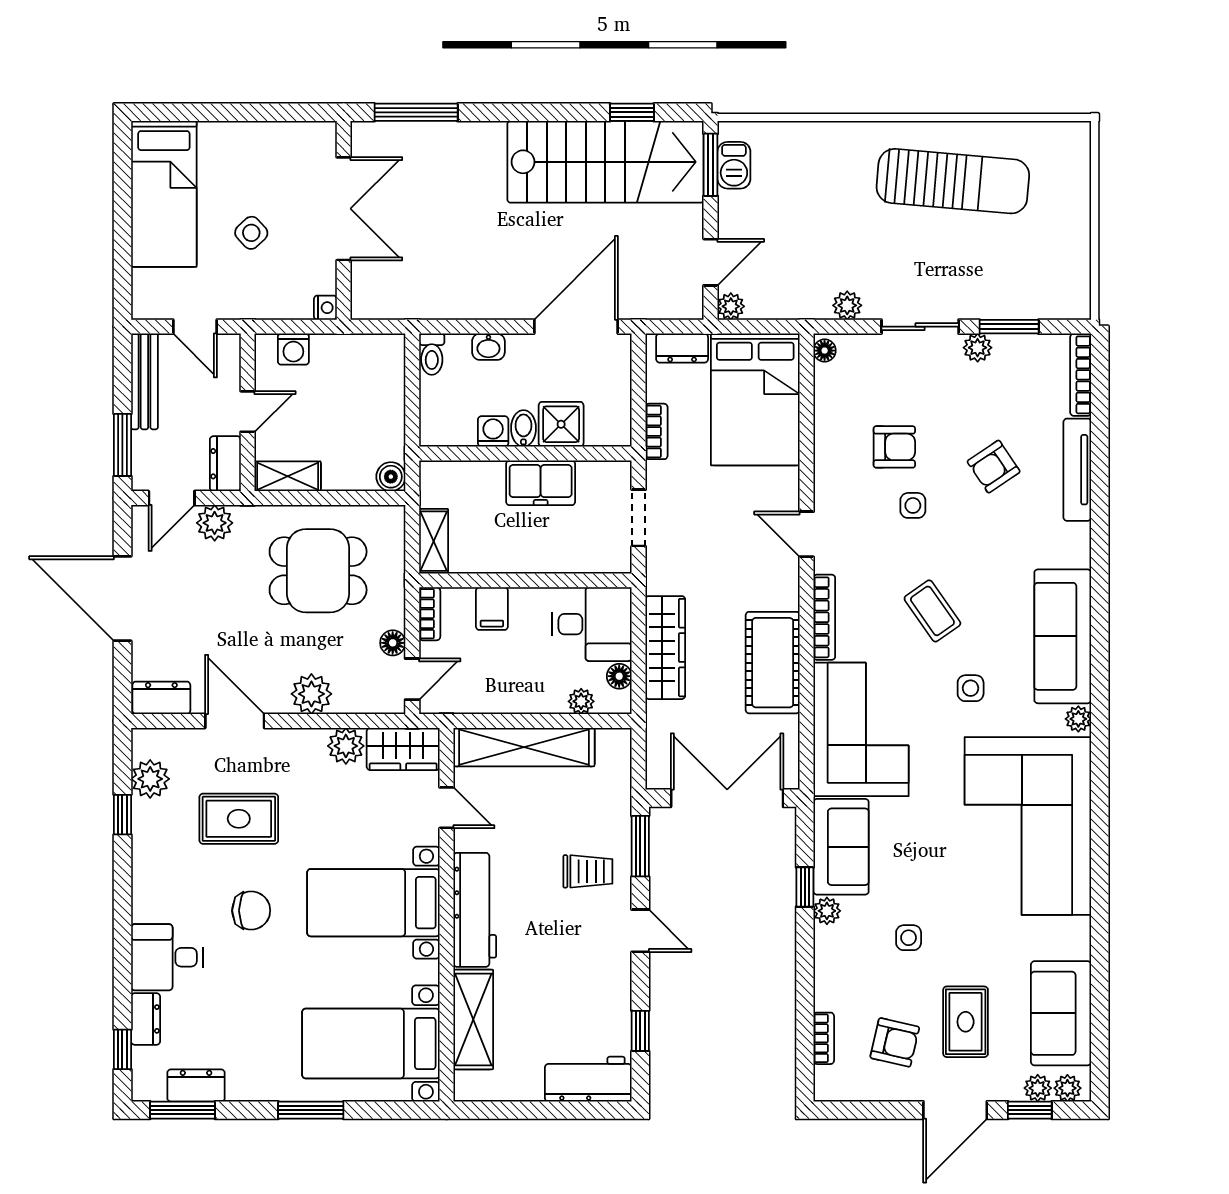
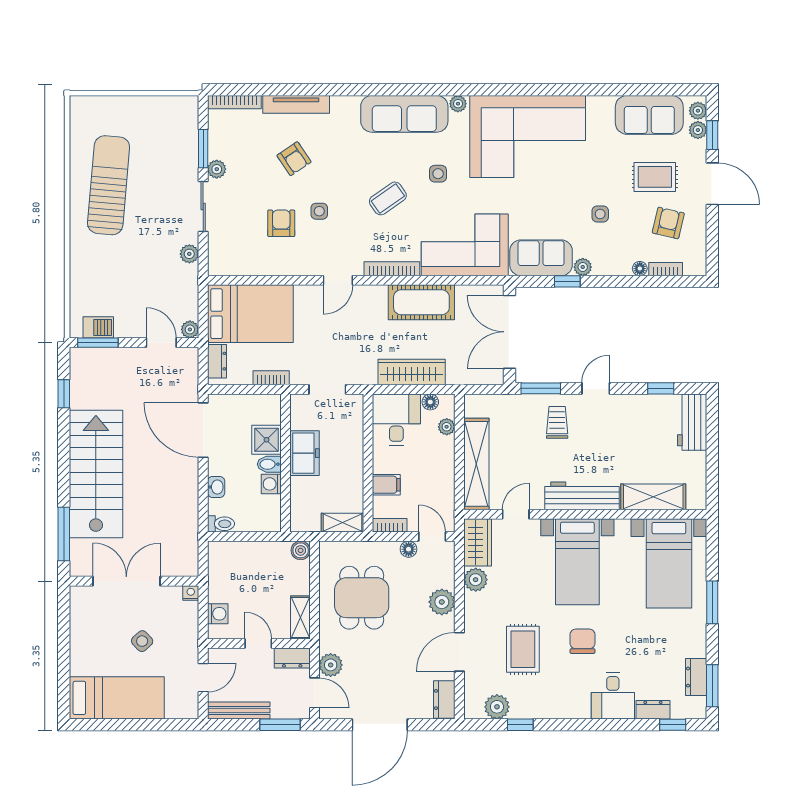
stairs: (605, 162) -> (96, 474), moved
floor lamp: (825, 351) -> (640, 269), moved

